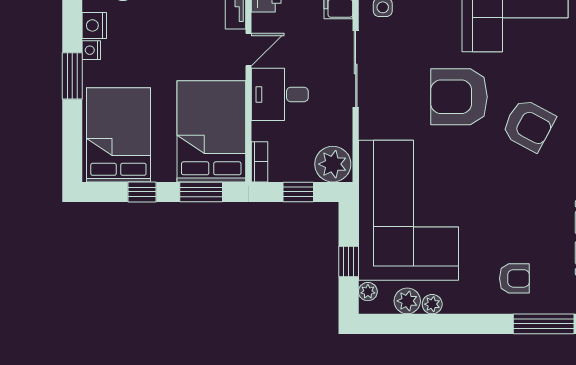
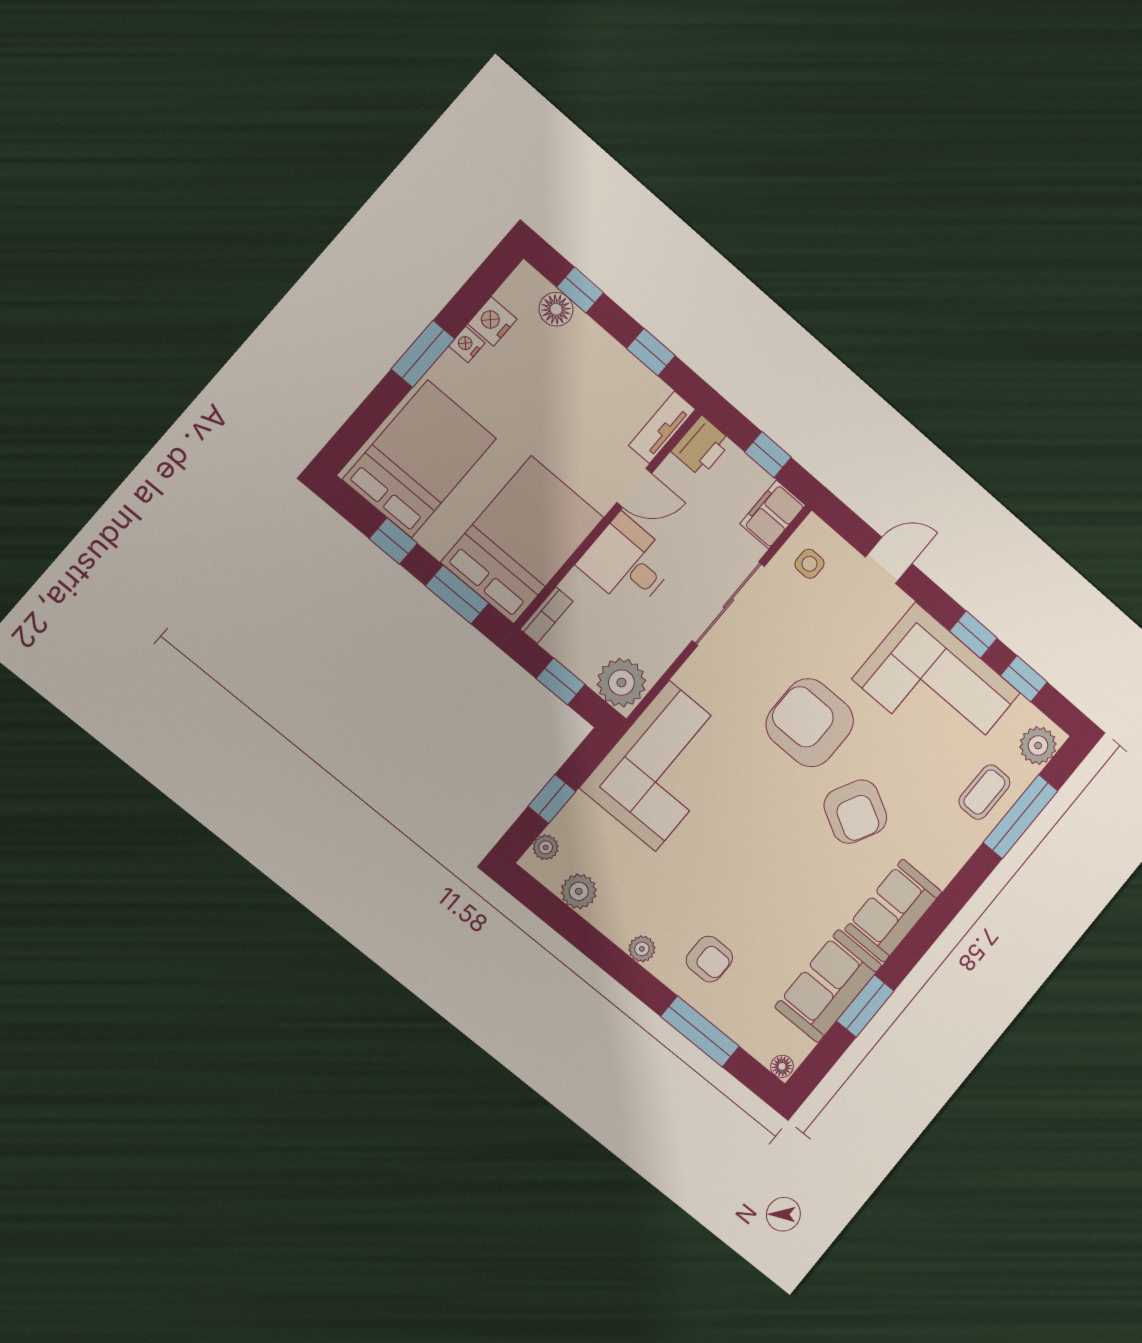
corner sofa: (408, 210) -> (662, 766), width x0.73, depth x0.74
plant: (432, 304) -> (642, 949), moved

